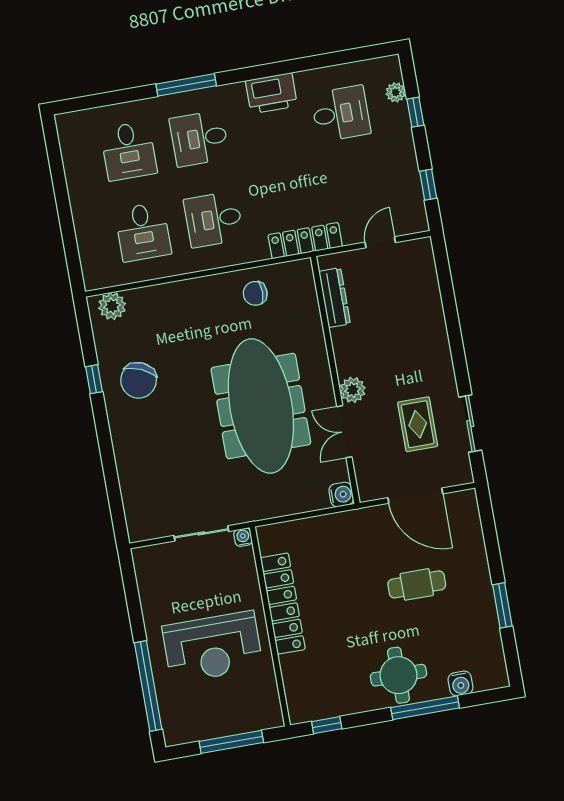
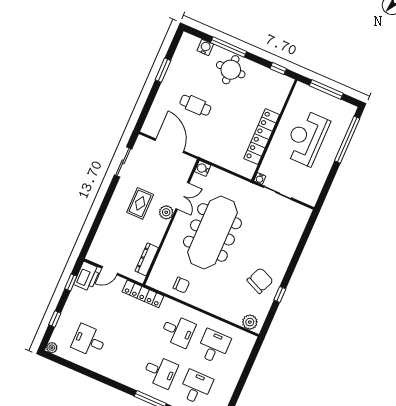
plant: (396, 92) -> (52, 348), moved
printer: (271, 93) -> (87, 276), moved, turned 90
rug: (418, 424) -> (140, 203), moved
reception desk: (213, 647) -> (306, 138), turned -90

